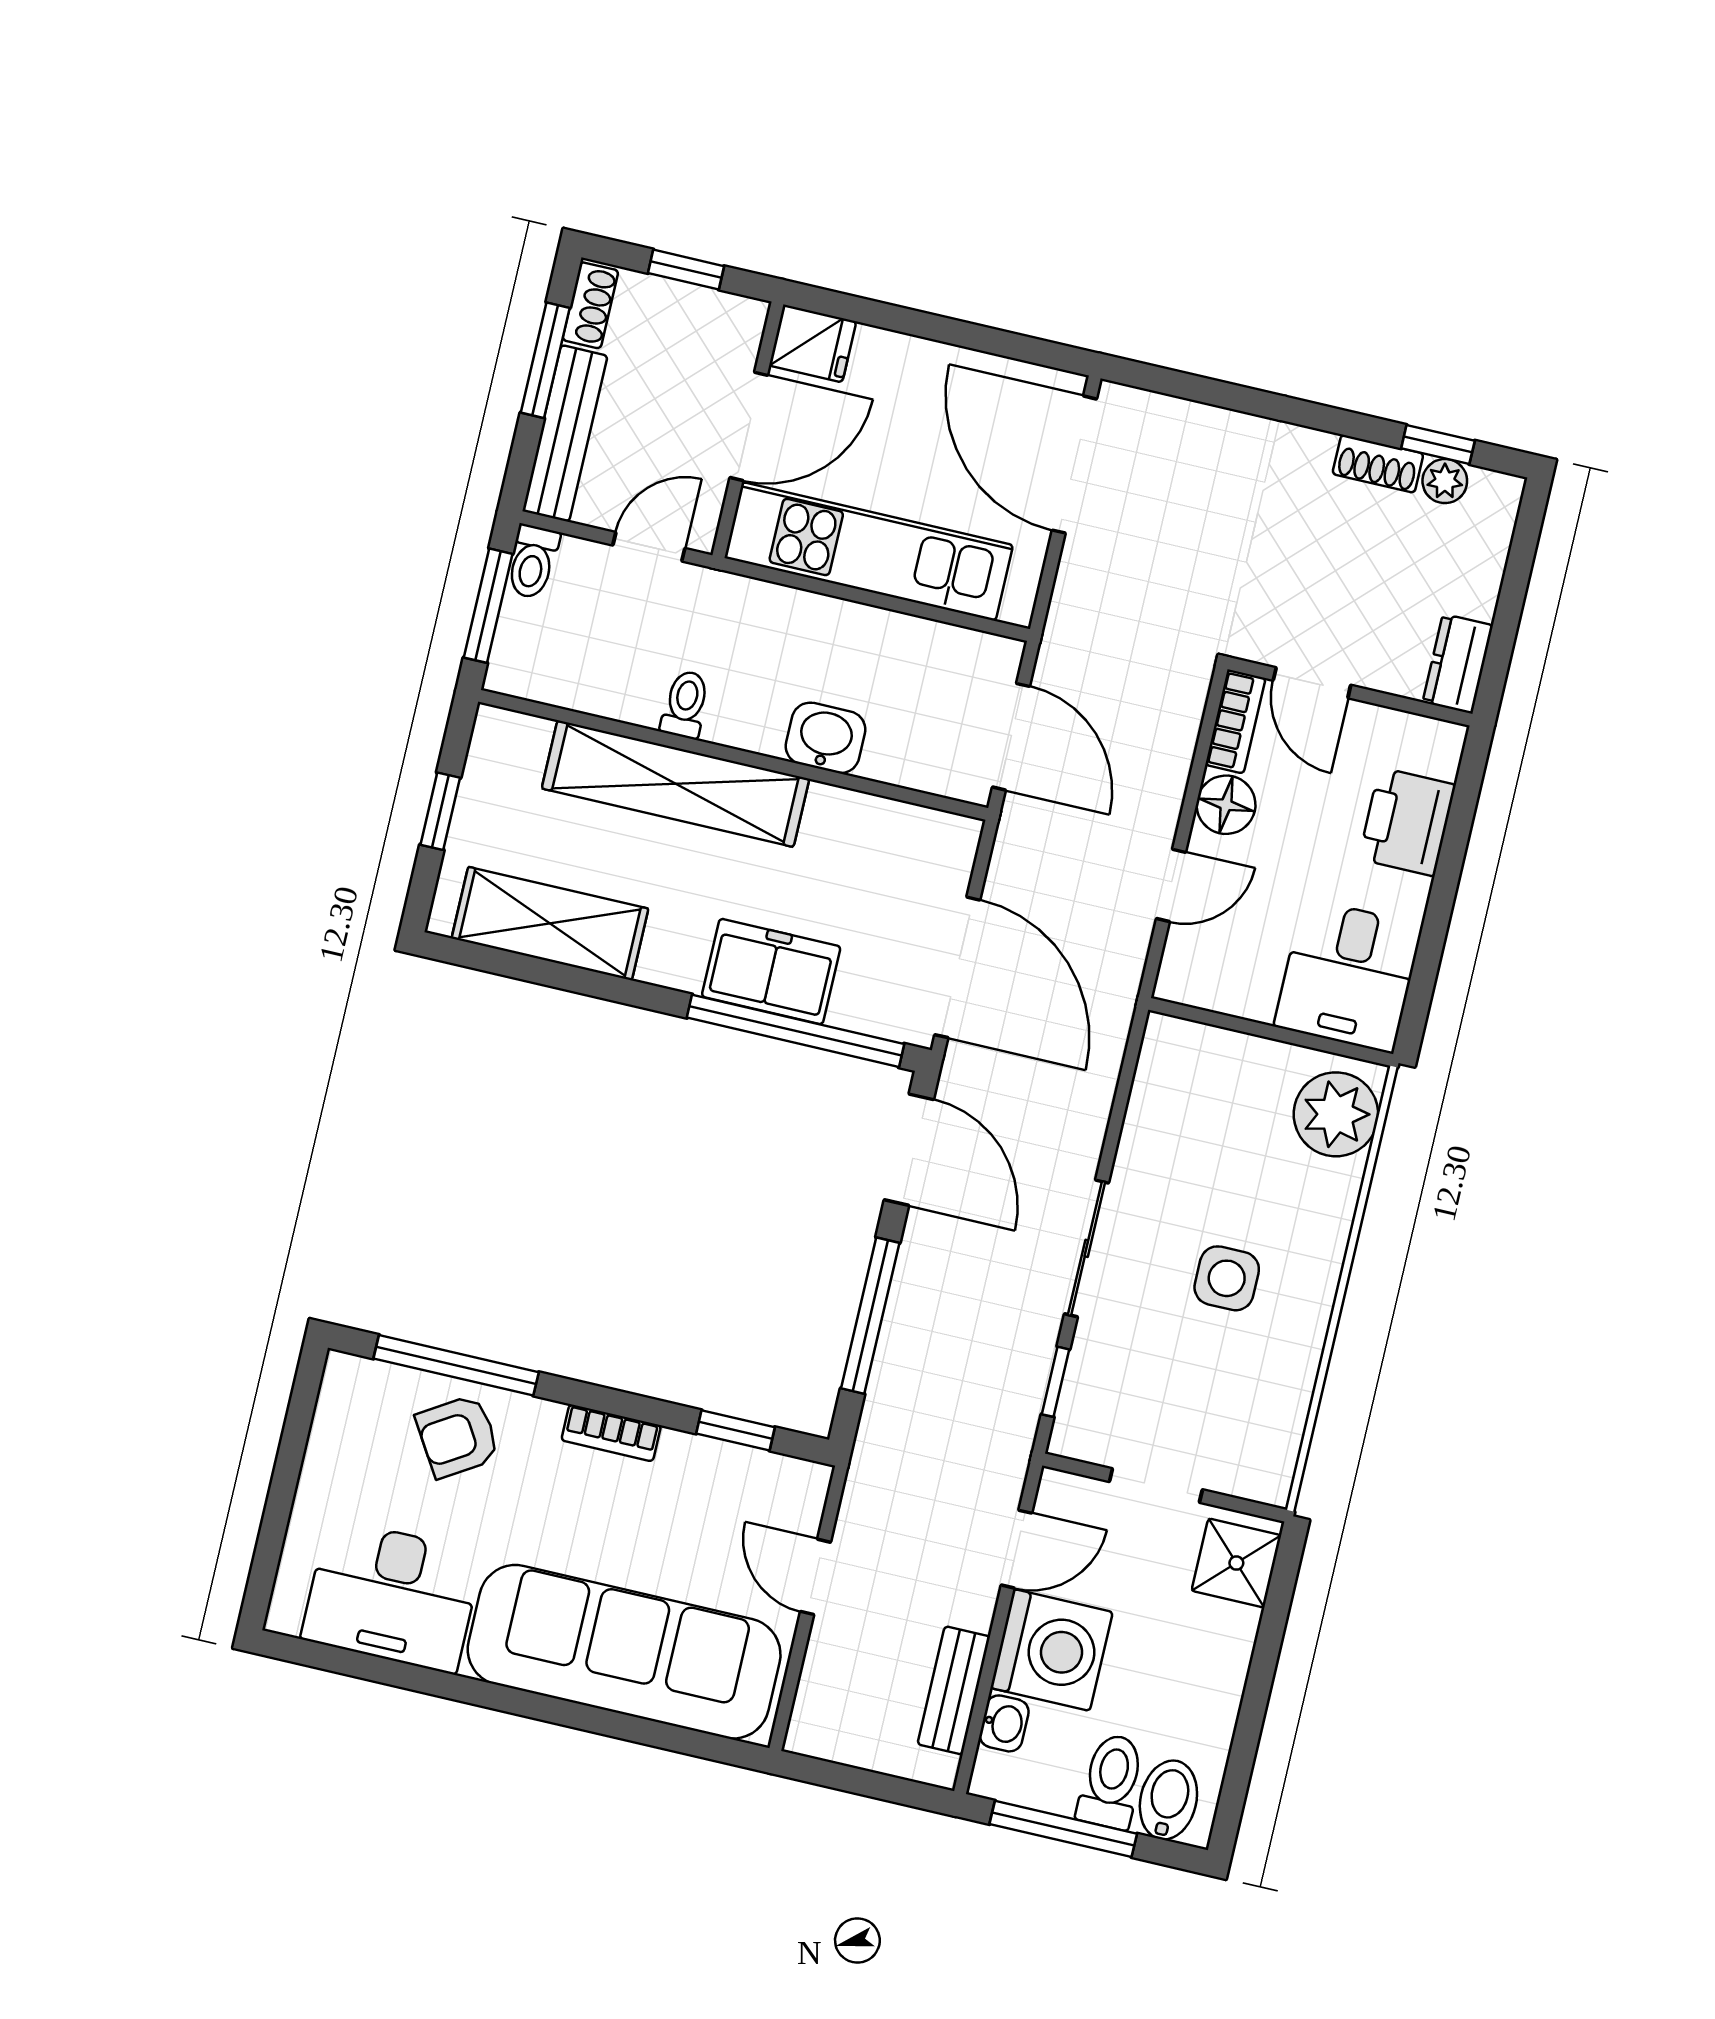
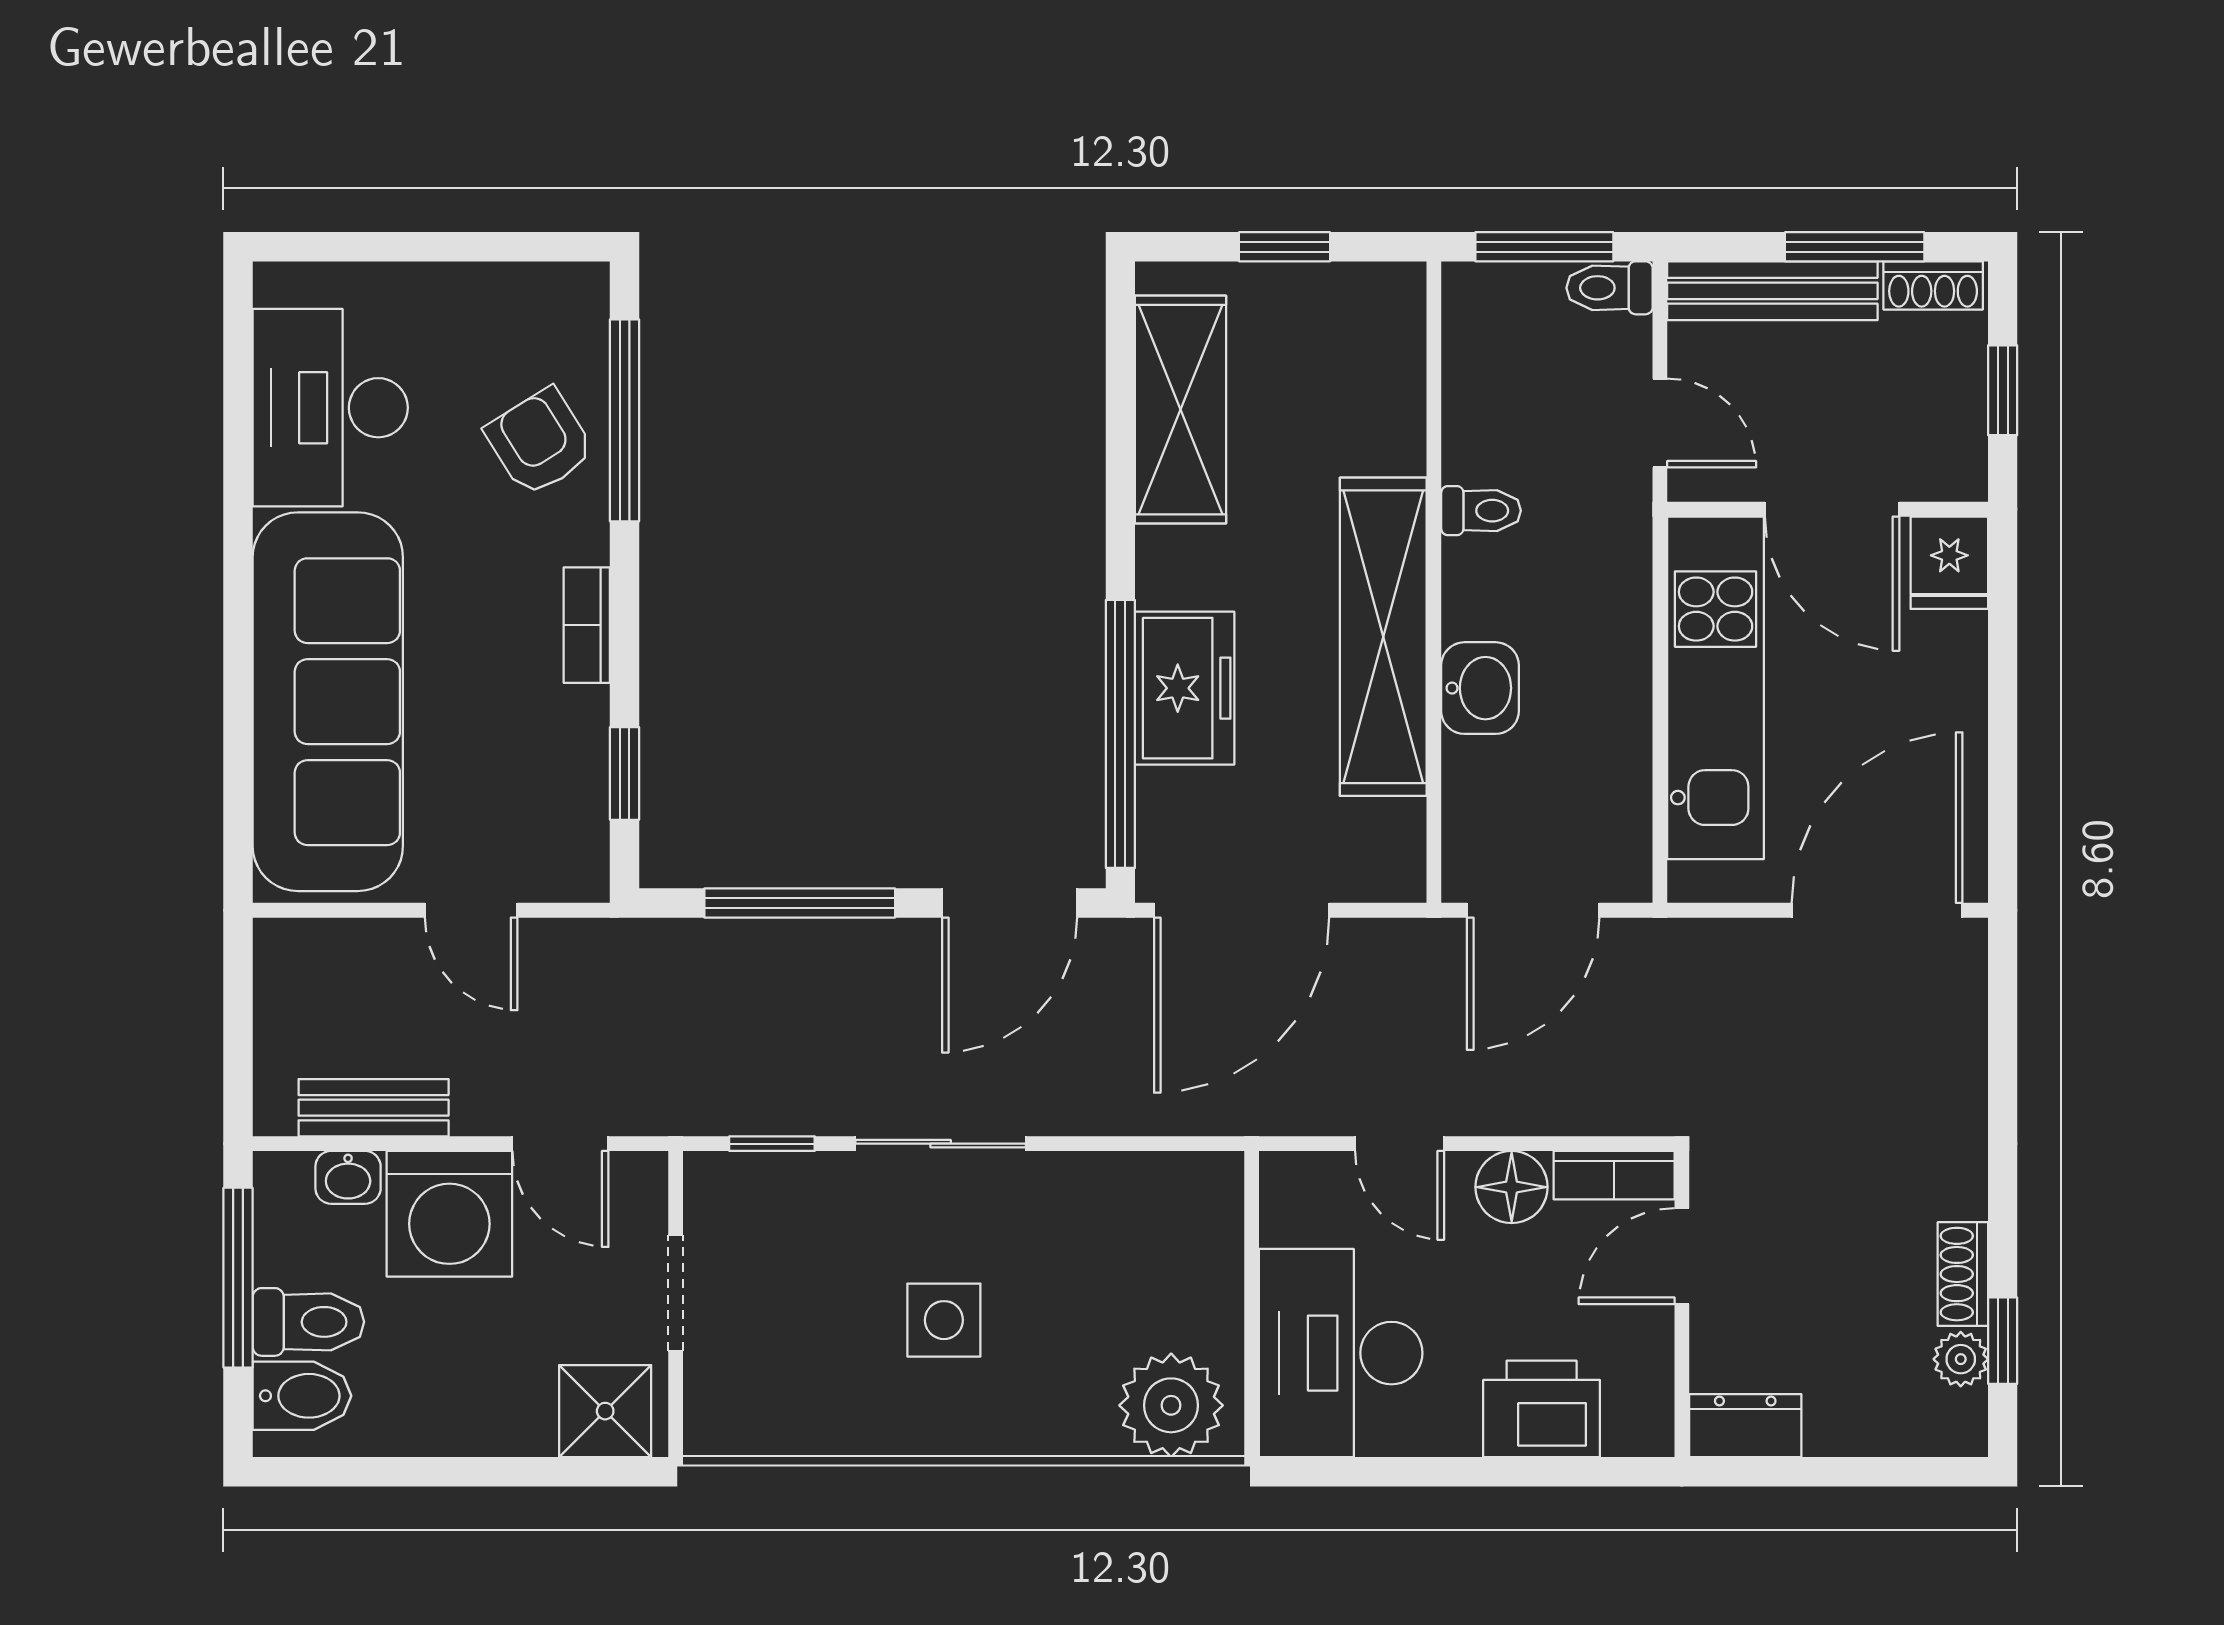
shelving: (675, 784) -> (1383, 637), moved
desk: (1348, 976) -> (1341, 1353), width x1.37
door: (816, 1577) -> (471, 910), swing flipped

